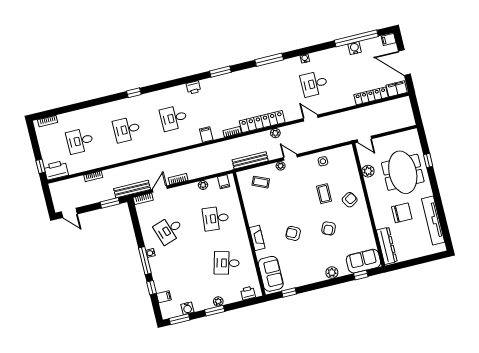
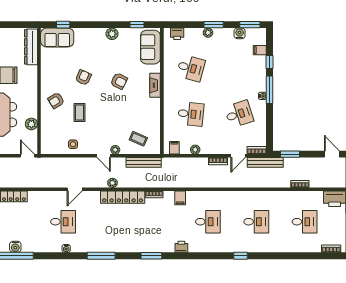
door: (311, 118) -> (75, 189), hinge flipped
plant: (332, 273) -> (112, 34), moved

